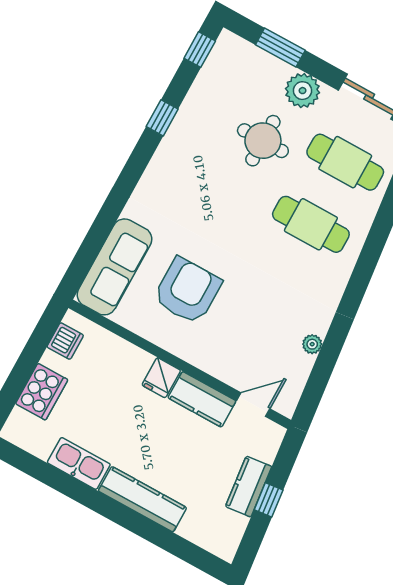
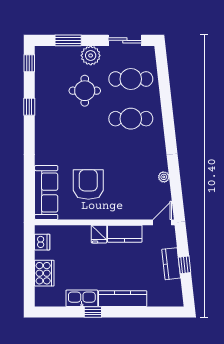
door: (253, 405) -> (162, 222), moved
window: (84, 495) -> (93, 312), added

